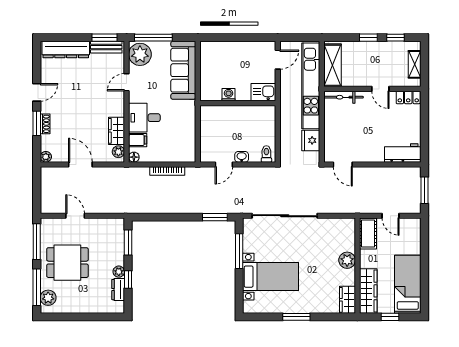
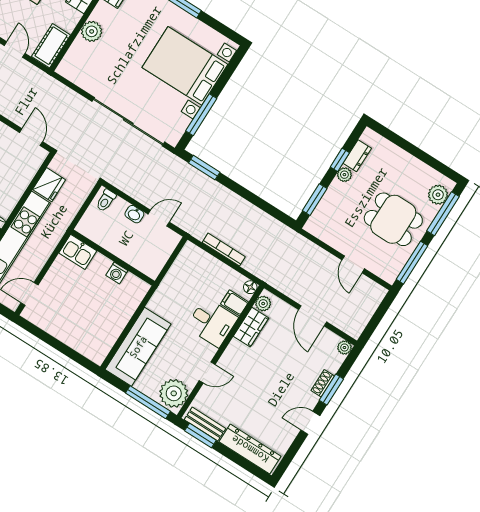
kitchen sink: (263, 92) -> (78, 252), moved
washing machine: (229, 95) -> (117, 273), moved
wall: (238, 103) -> (113, 258), moved
bed with nightstands: (271, 277) -> (185, 66), width x1.36

